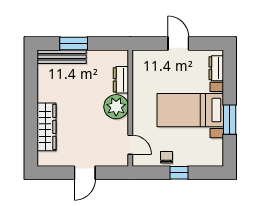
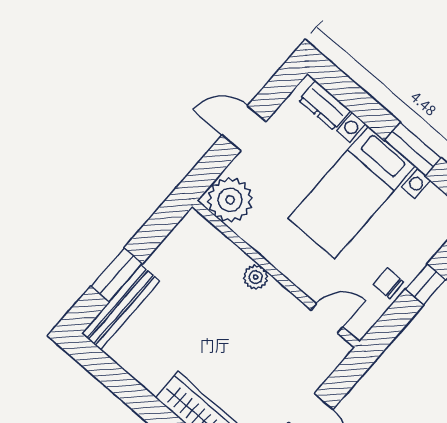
plant: (144, 63) -> (230, 200), added
dresser: (121, 80) -> (225, 253), removed
plant: (116, 107) -> (256, 277), width x0.53, depth x0.53

